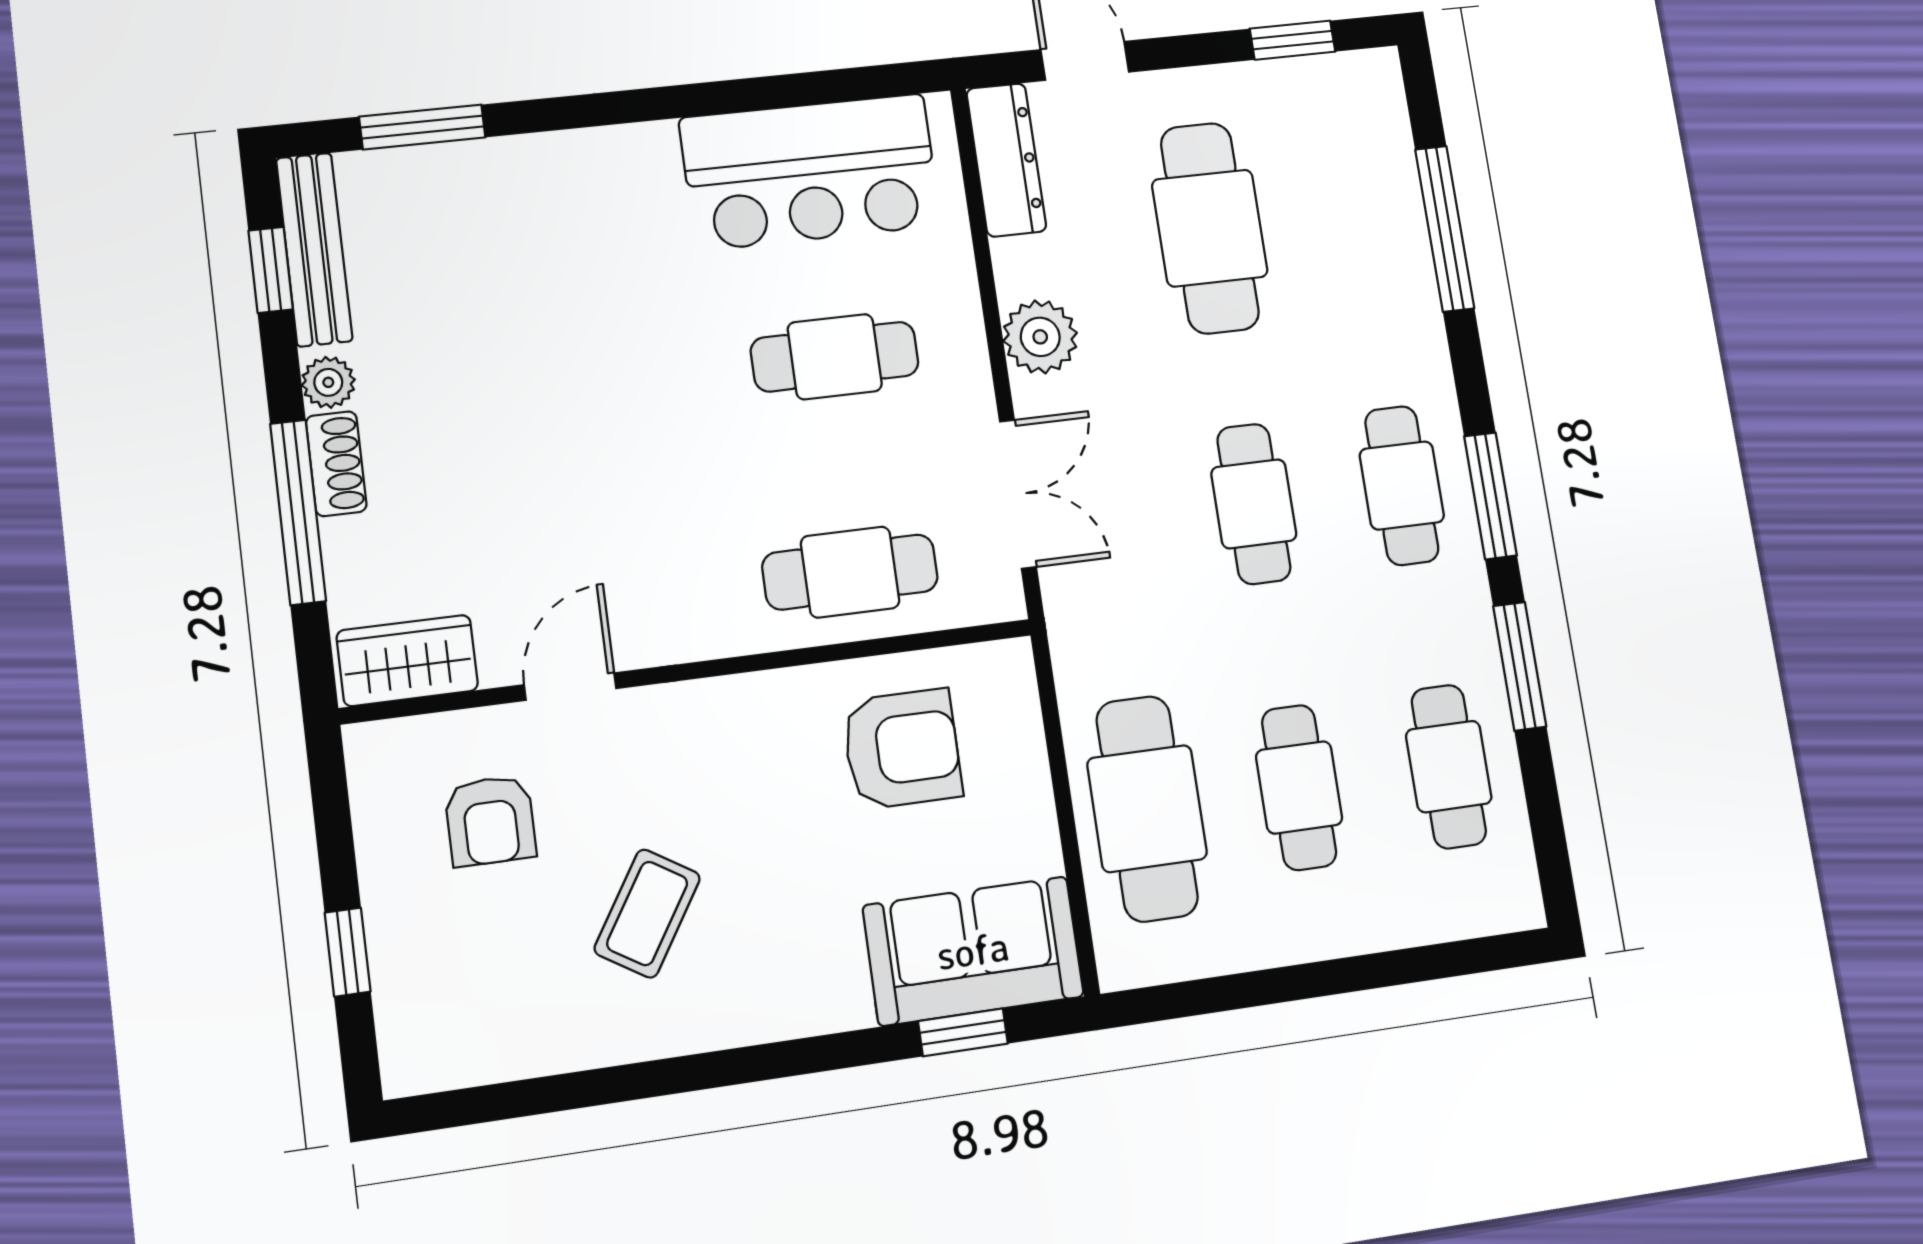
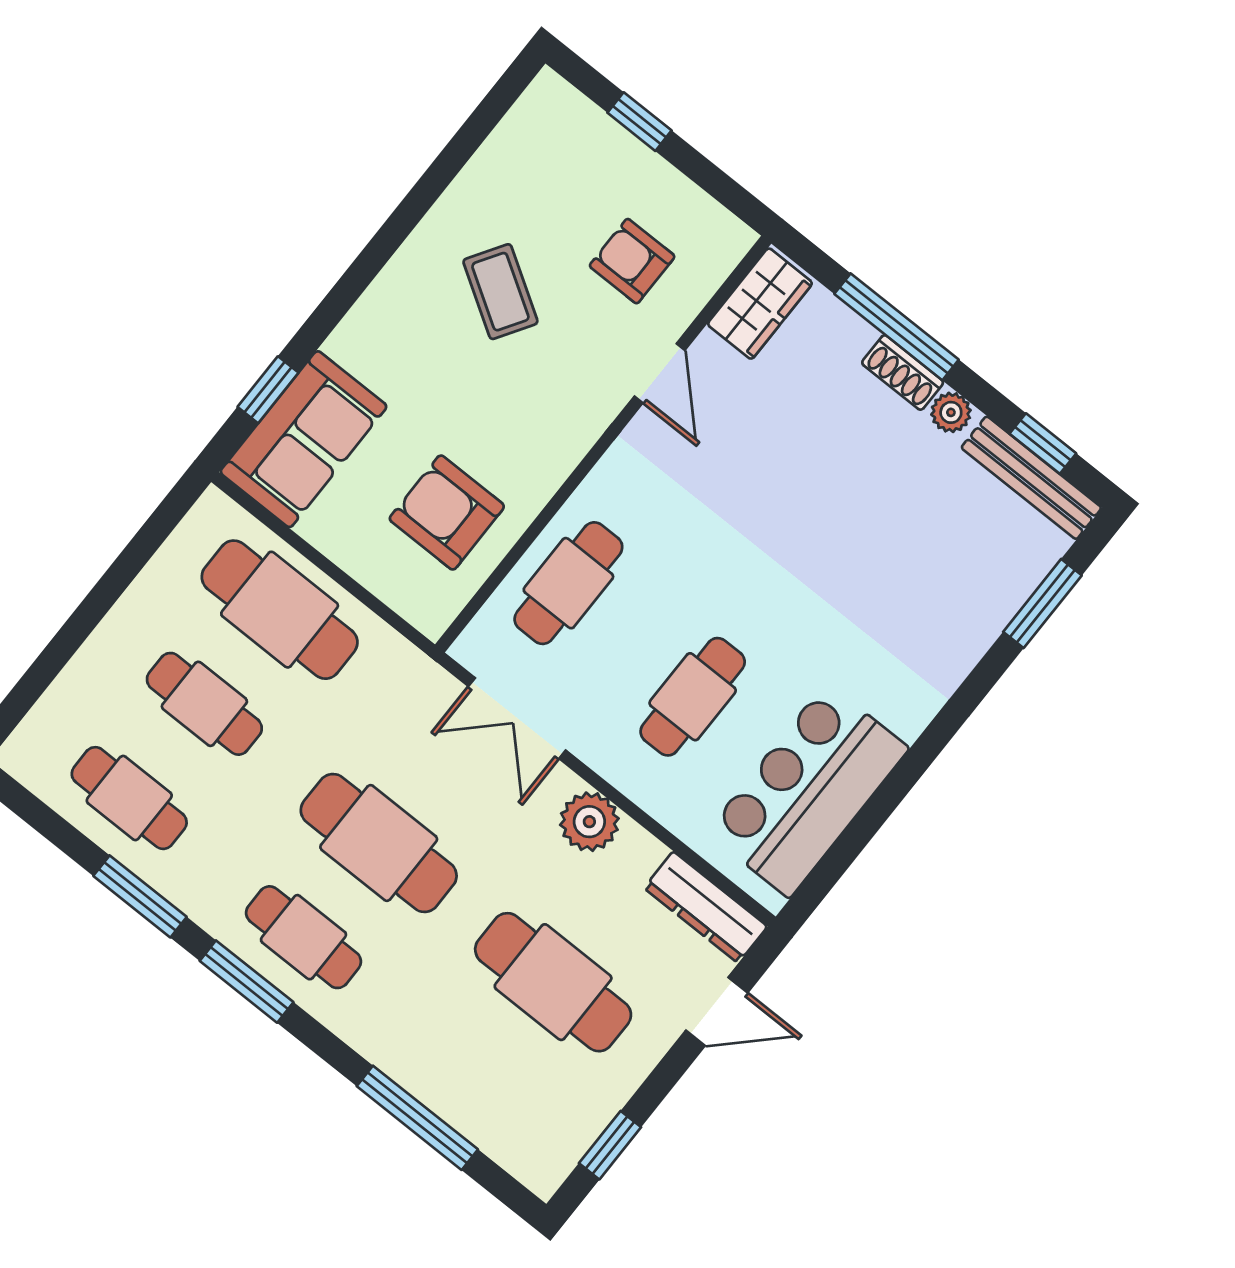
cafe table: (1254, 504) -> (379, 843), width x1.37, depth x1.35
armchair: (902, 749) -> (447, 513), turned 90

